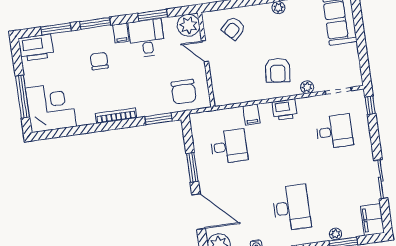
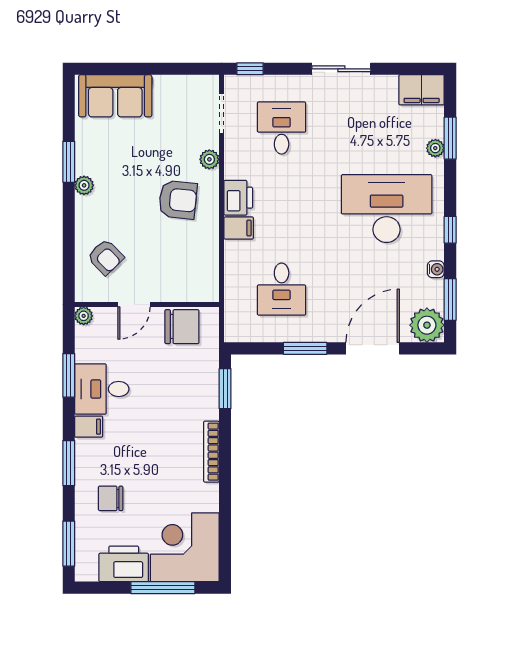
plant: (189, 25) -> (84, 316), width x0.53, depth x0.53
window: (56, 29) -> (69, 544), moved
printer: (36, 48) -> (124, 564), moved, turned -90
chair: (99, 61) -> (111, 498), moved
chair: (184, 92) -> (182, 327), moved
filing cabinet: (251, 115) -> (239, 228), moved
desk: (229, 146) -> (282, 289), turned 180
sliding door: (381, 179) -> (341, 69), moved
desk: (291, 208) -> (387, 209), width x1.36, depth x1.30

